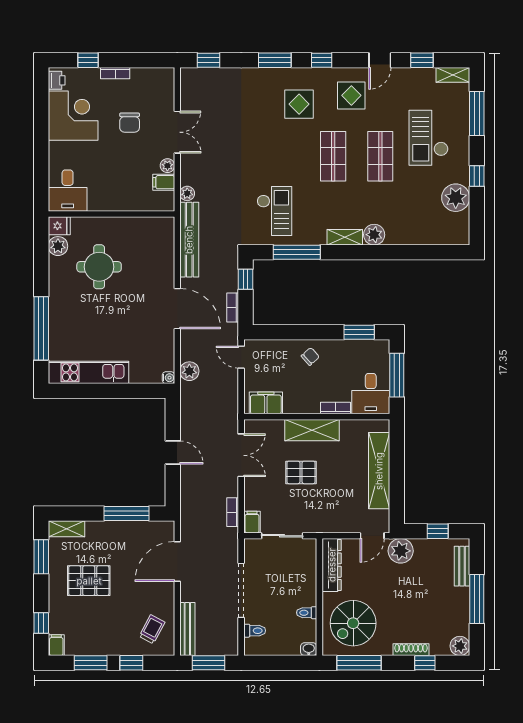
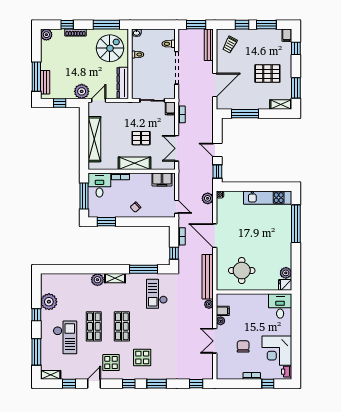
round table: (99, 267) -> (242, 271), moved
window: (173, 416) -> (217, 172), added
window: (477, 599) -> (36, 77), moved

